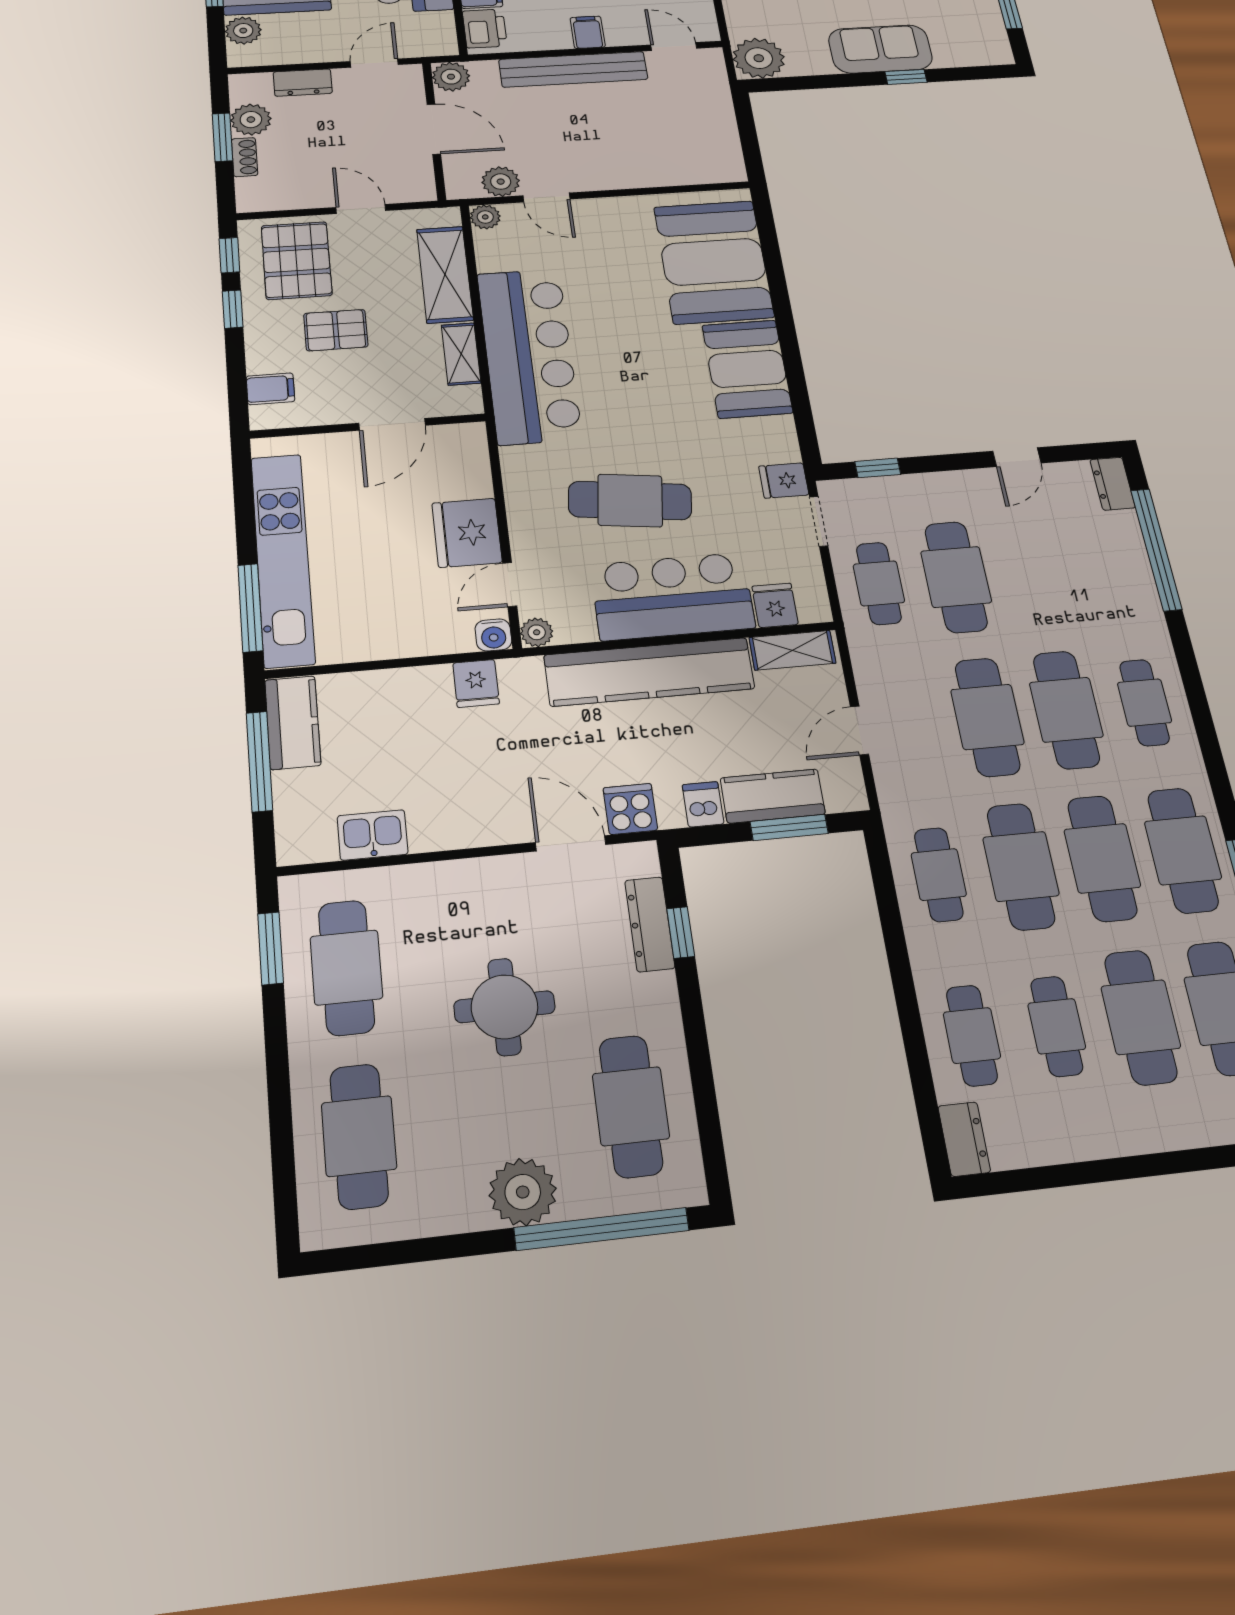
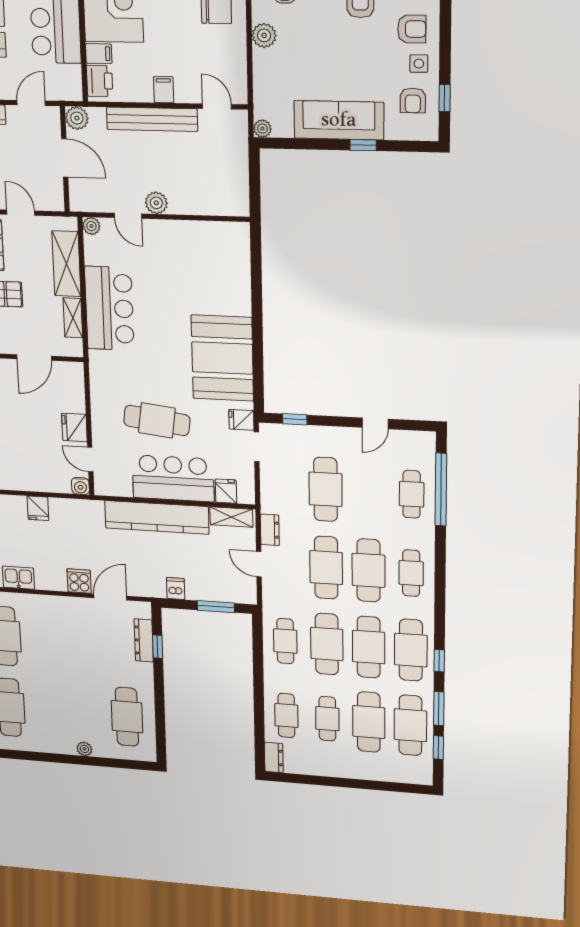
armchair: (966, 19) -> (413, 100), added
sofa: (880, 49) -> (339, 120), width x1.36
plant: (759, 58) -> (262, 129), width x0.53, depth x0.53
plant: (501, 182) -> (156, 203), moved
booth: (714, 262) -> (221, 273), removed
bar counter: (529, 355) -> (109, 308), width x0.73
booth: (747, 369) -> (222, 358), width x1.36, depth x1.42
dresser: (1113, 484) -> (270, 530), moved, turned 180
fridge: (467, 533) -> (74, 427), width x0.73, depth x0.75
cafe table: (879, 583) -> (412, 494), moved
door: (510, 585) -> (90, 460), hinge flipped
plant: (537, 632) -> (102, 488), removed
fridge: (476, 683) -> (38, 508), moved
door: (859, 730) -> (259, 564), hinge flipped
kitchen counter: (773, 796) -> (210, 590), removed
cooker: (630, 809) -> (79, 581), moved
door: (571, 843) -> (110, 597), hinge flipped
round table: (504, 1007) -> (75, 665), removed
plant: (523, 1192) -> (84, 749), width x0.53, depth x0.53
window: (602, 1229) -> (110, 763), removed

